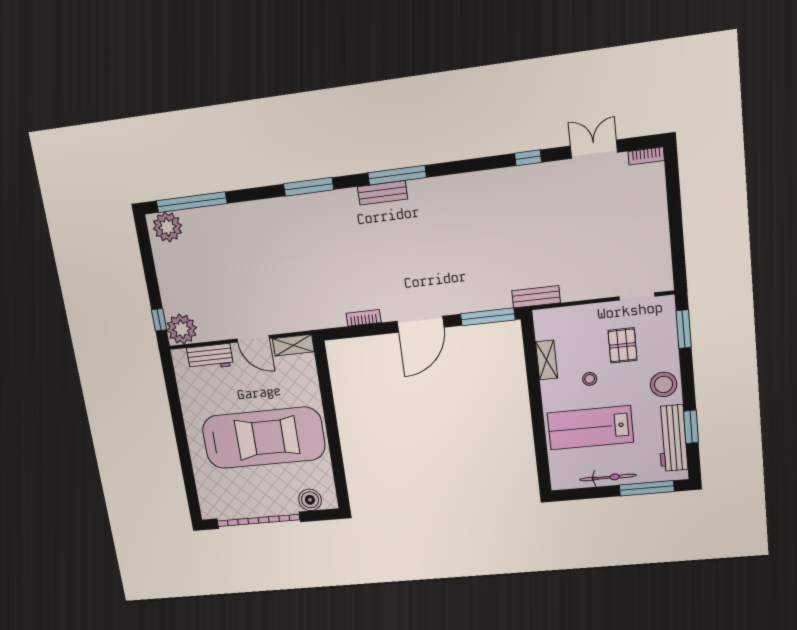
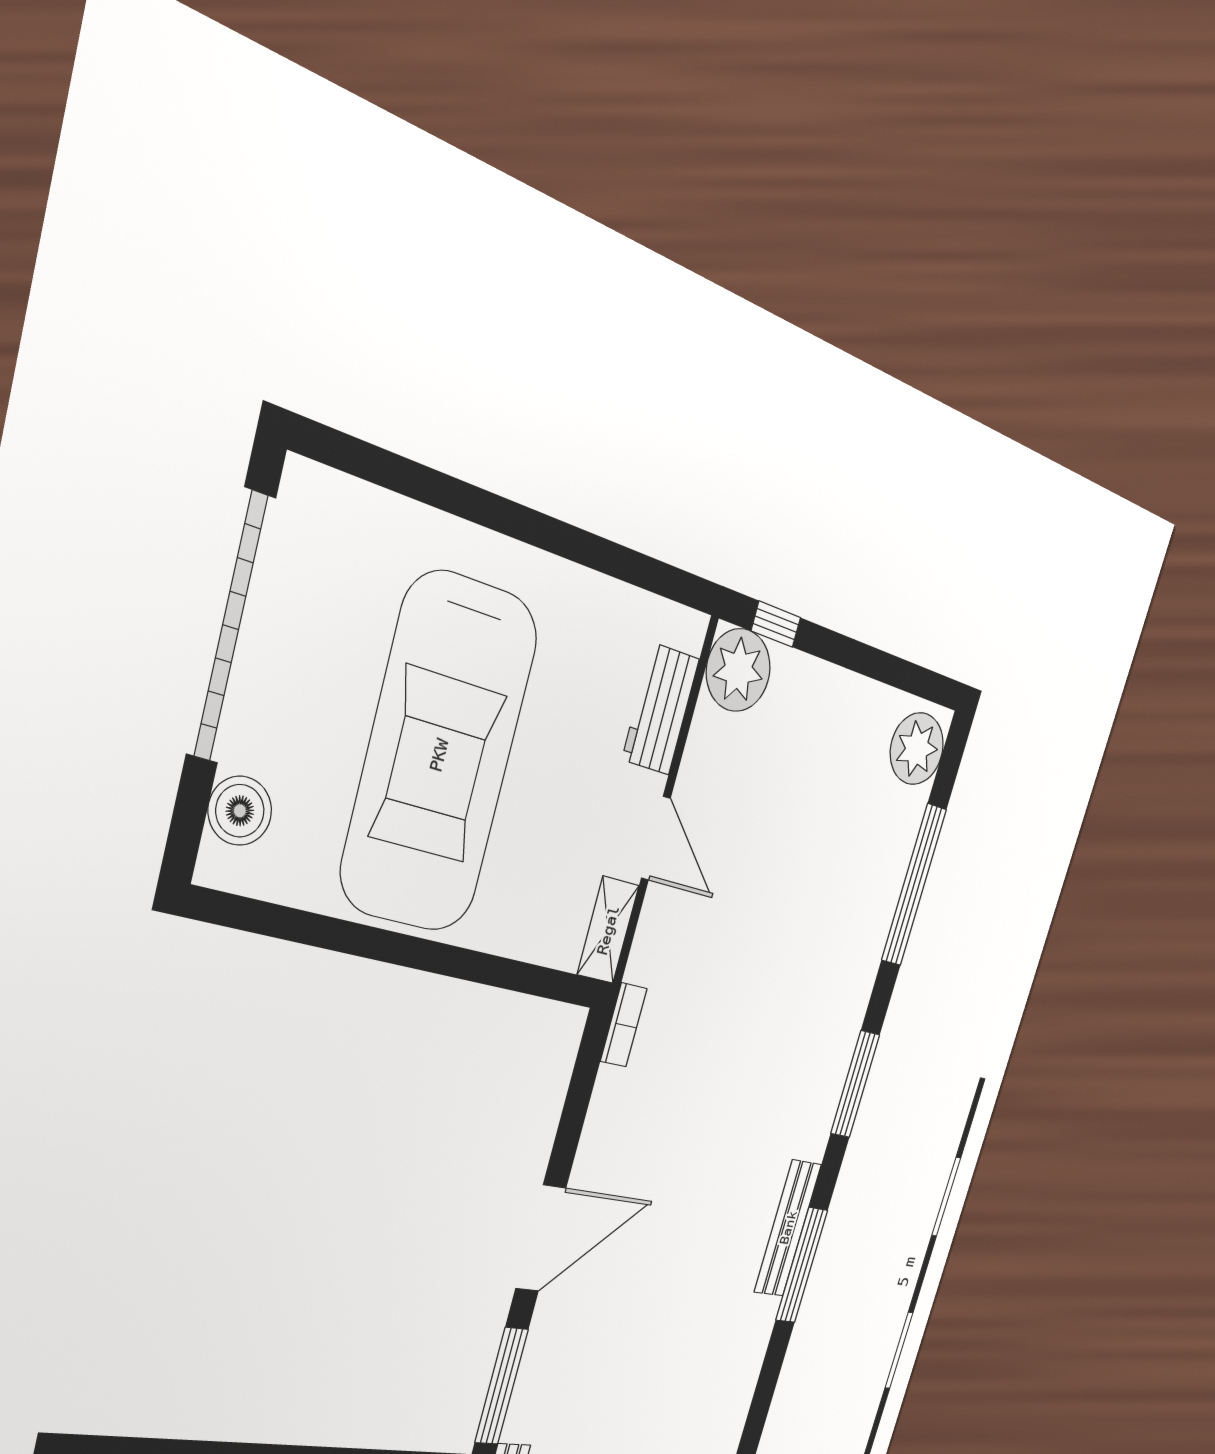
bench: (383, 193) -> (788, 1228), width x1.36
window: (192, 202) -> (914, 885), moved
bookcase: (364, 318) -> (624, 1025), moved
door: (421, 324) -> (541, 1238), swing flipped
door: (253, 339) -> (656, 838), swing flipped

